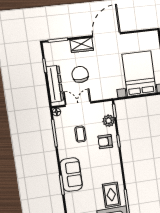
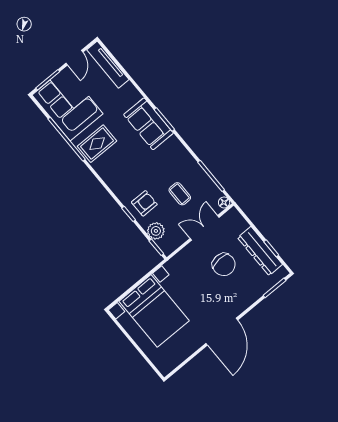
wardrobe: (82, 45) -> (243, 300), removed
dresser: (55, 84) -> (260, 251), moved
double door: (78, 104) -> (205, 228), swing flipped
sofa: (71, 175) -> (149, 124), moved
rug: (111, 195) -> (97, 144), turned 90

